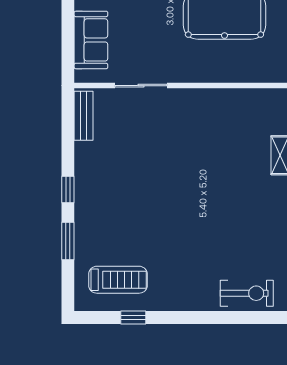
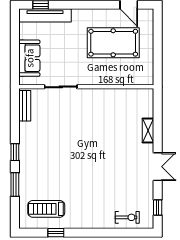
treadmill: (118, 280) -> (46, 209), turned 180
exercise bike: (247, 293) -> (127, 217), width x0.73, depth x0.72

